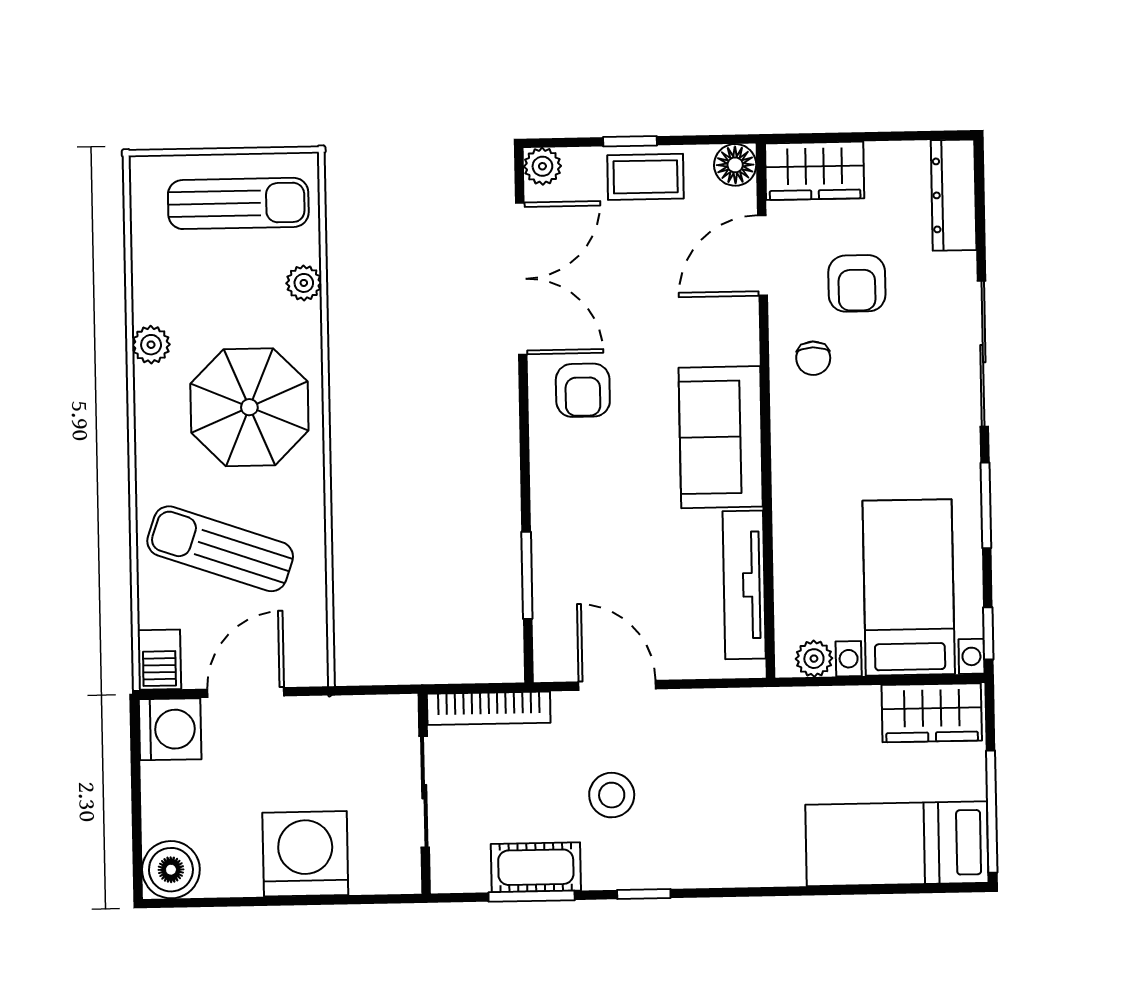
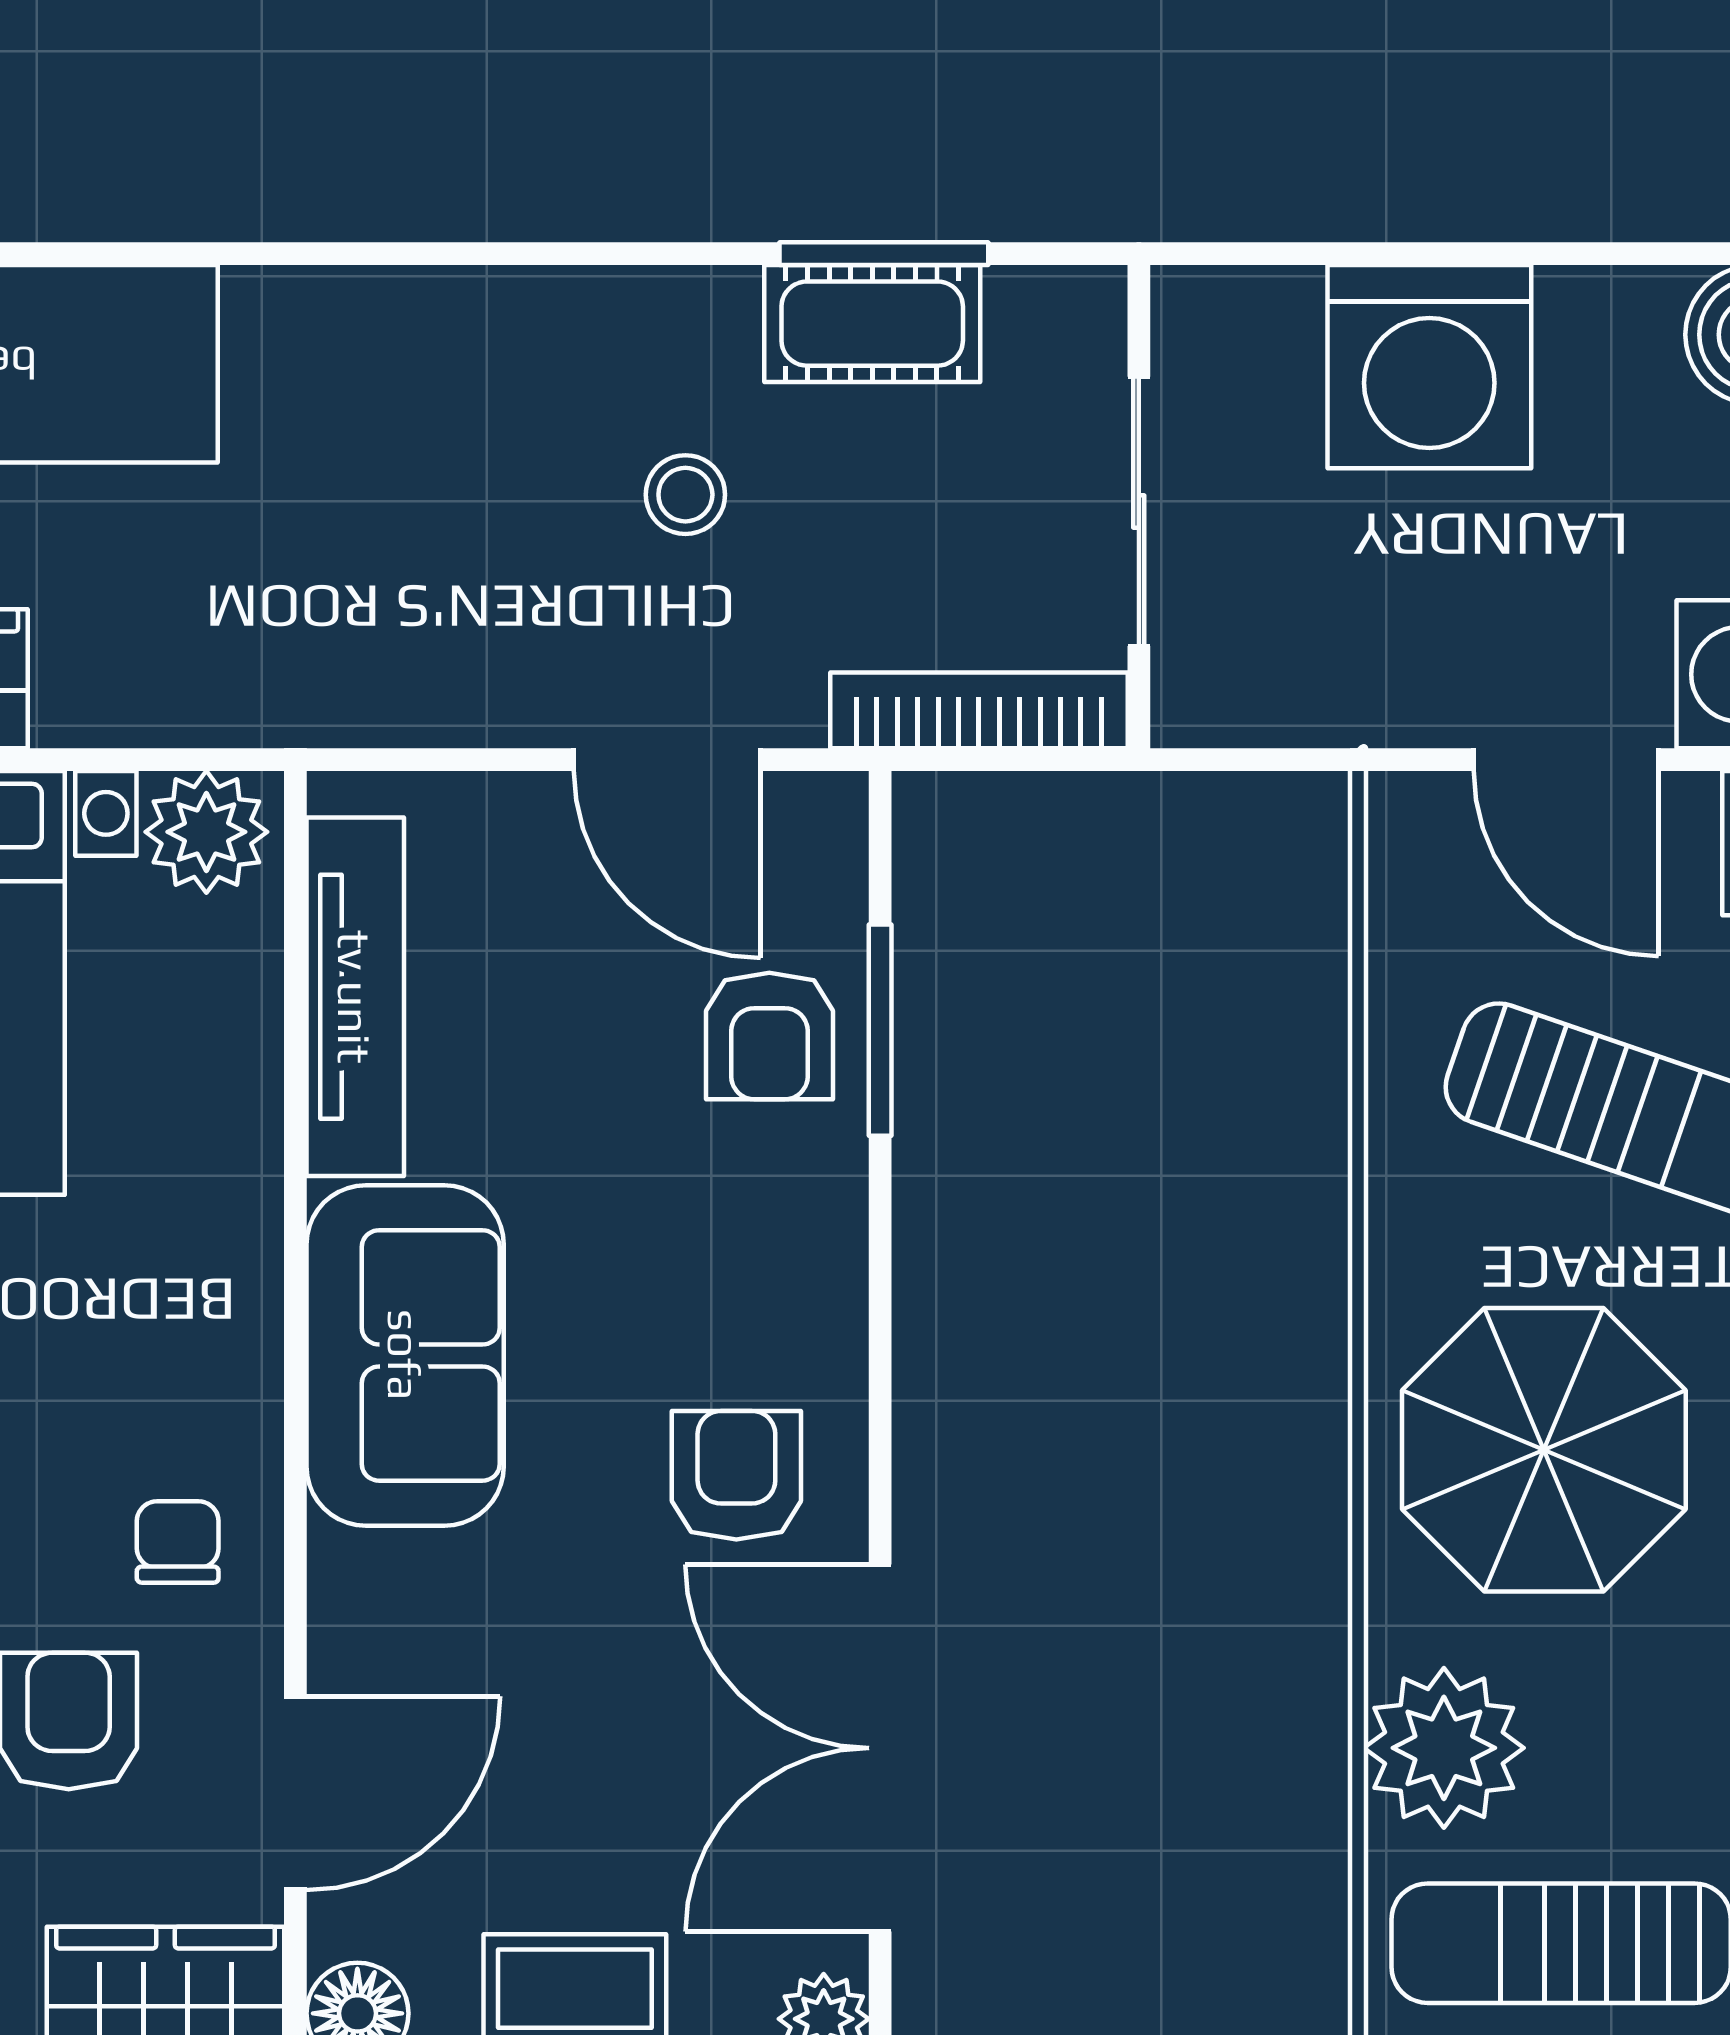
plant: (304, 283) -> (1444, 1748), width x1.87, depth x1.87
armchair: (573, 572) -> (769, 1036), added
plant: (814, 659) -> (206, 832), width x1.38, depth x1.38
door: (246, 692) -> (1566, 760), hinge flipped
stool: (612, 795) -> (685, 495), width x0.73, depth x0.73
window: (644, 894) -> (612, 254), removed

